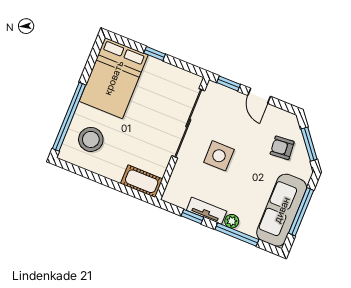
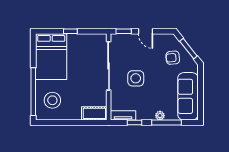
tv unit: (207, 211) -> (123, 115), moved
window: (301, 212) -> (200, 92), removed

